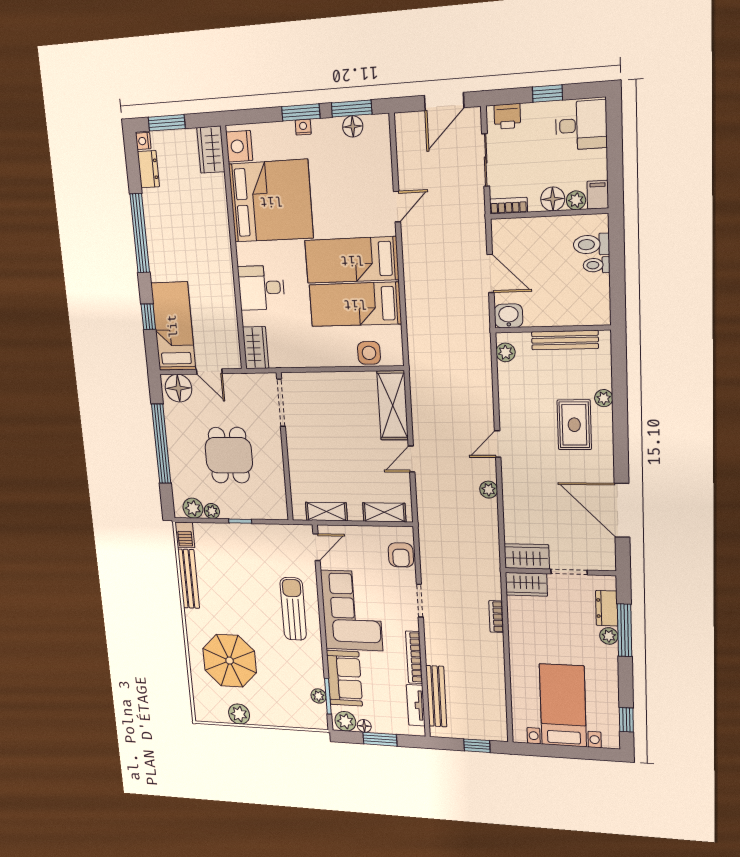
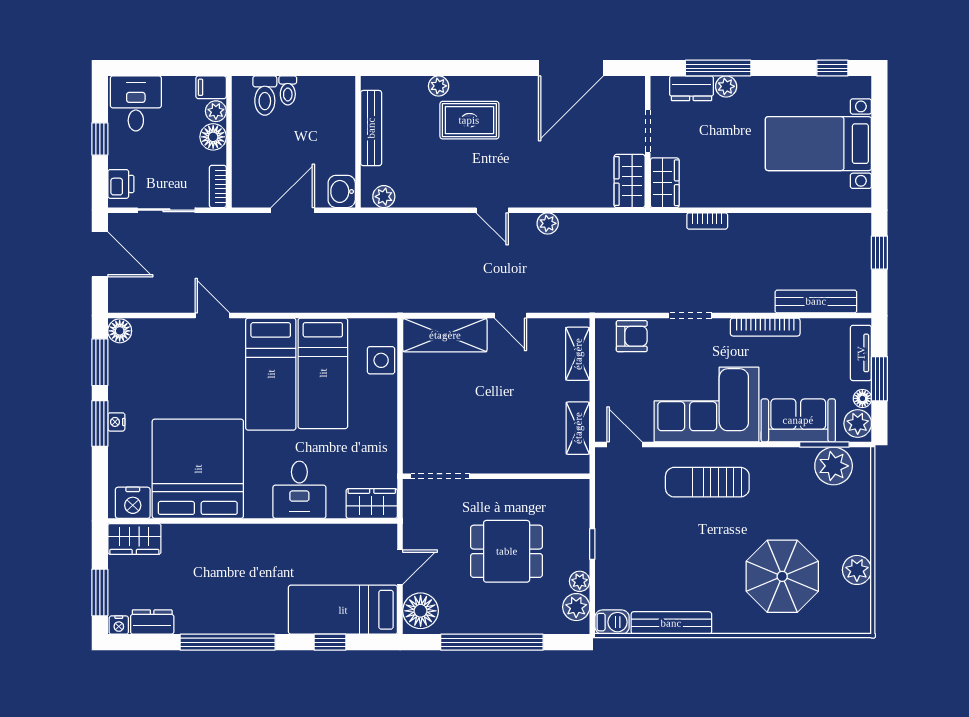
floor lamp: (353, 127) -> (120, 331), moved
plant: (319, 696) -> (834, 466), width x1.88, depth x1.88
tv unit: (416, 705) -> (861, 353), moved, turned 90

